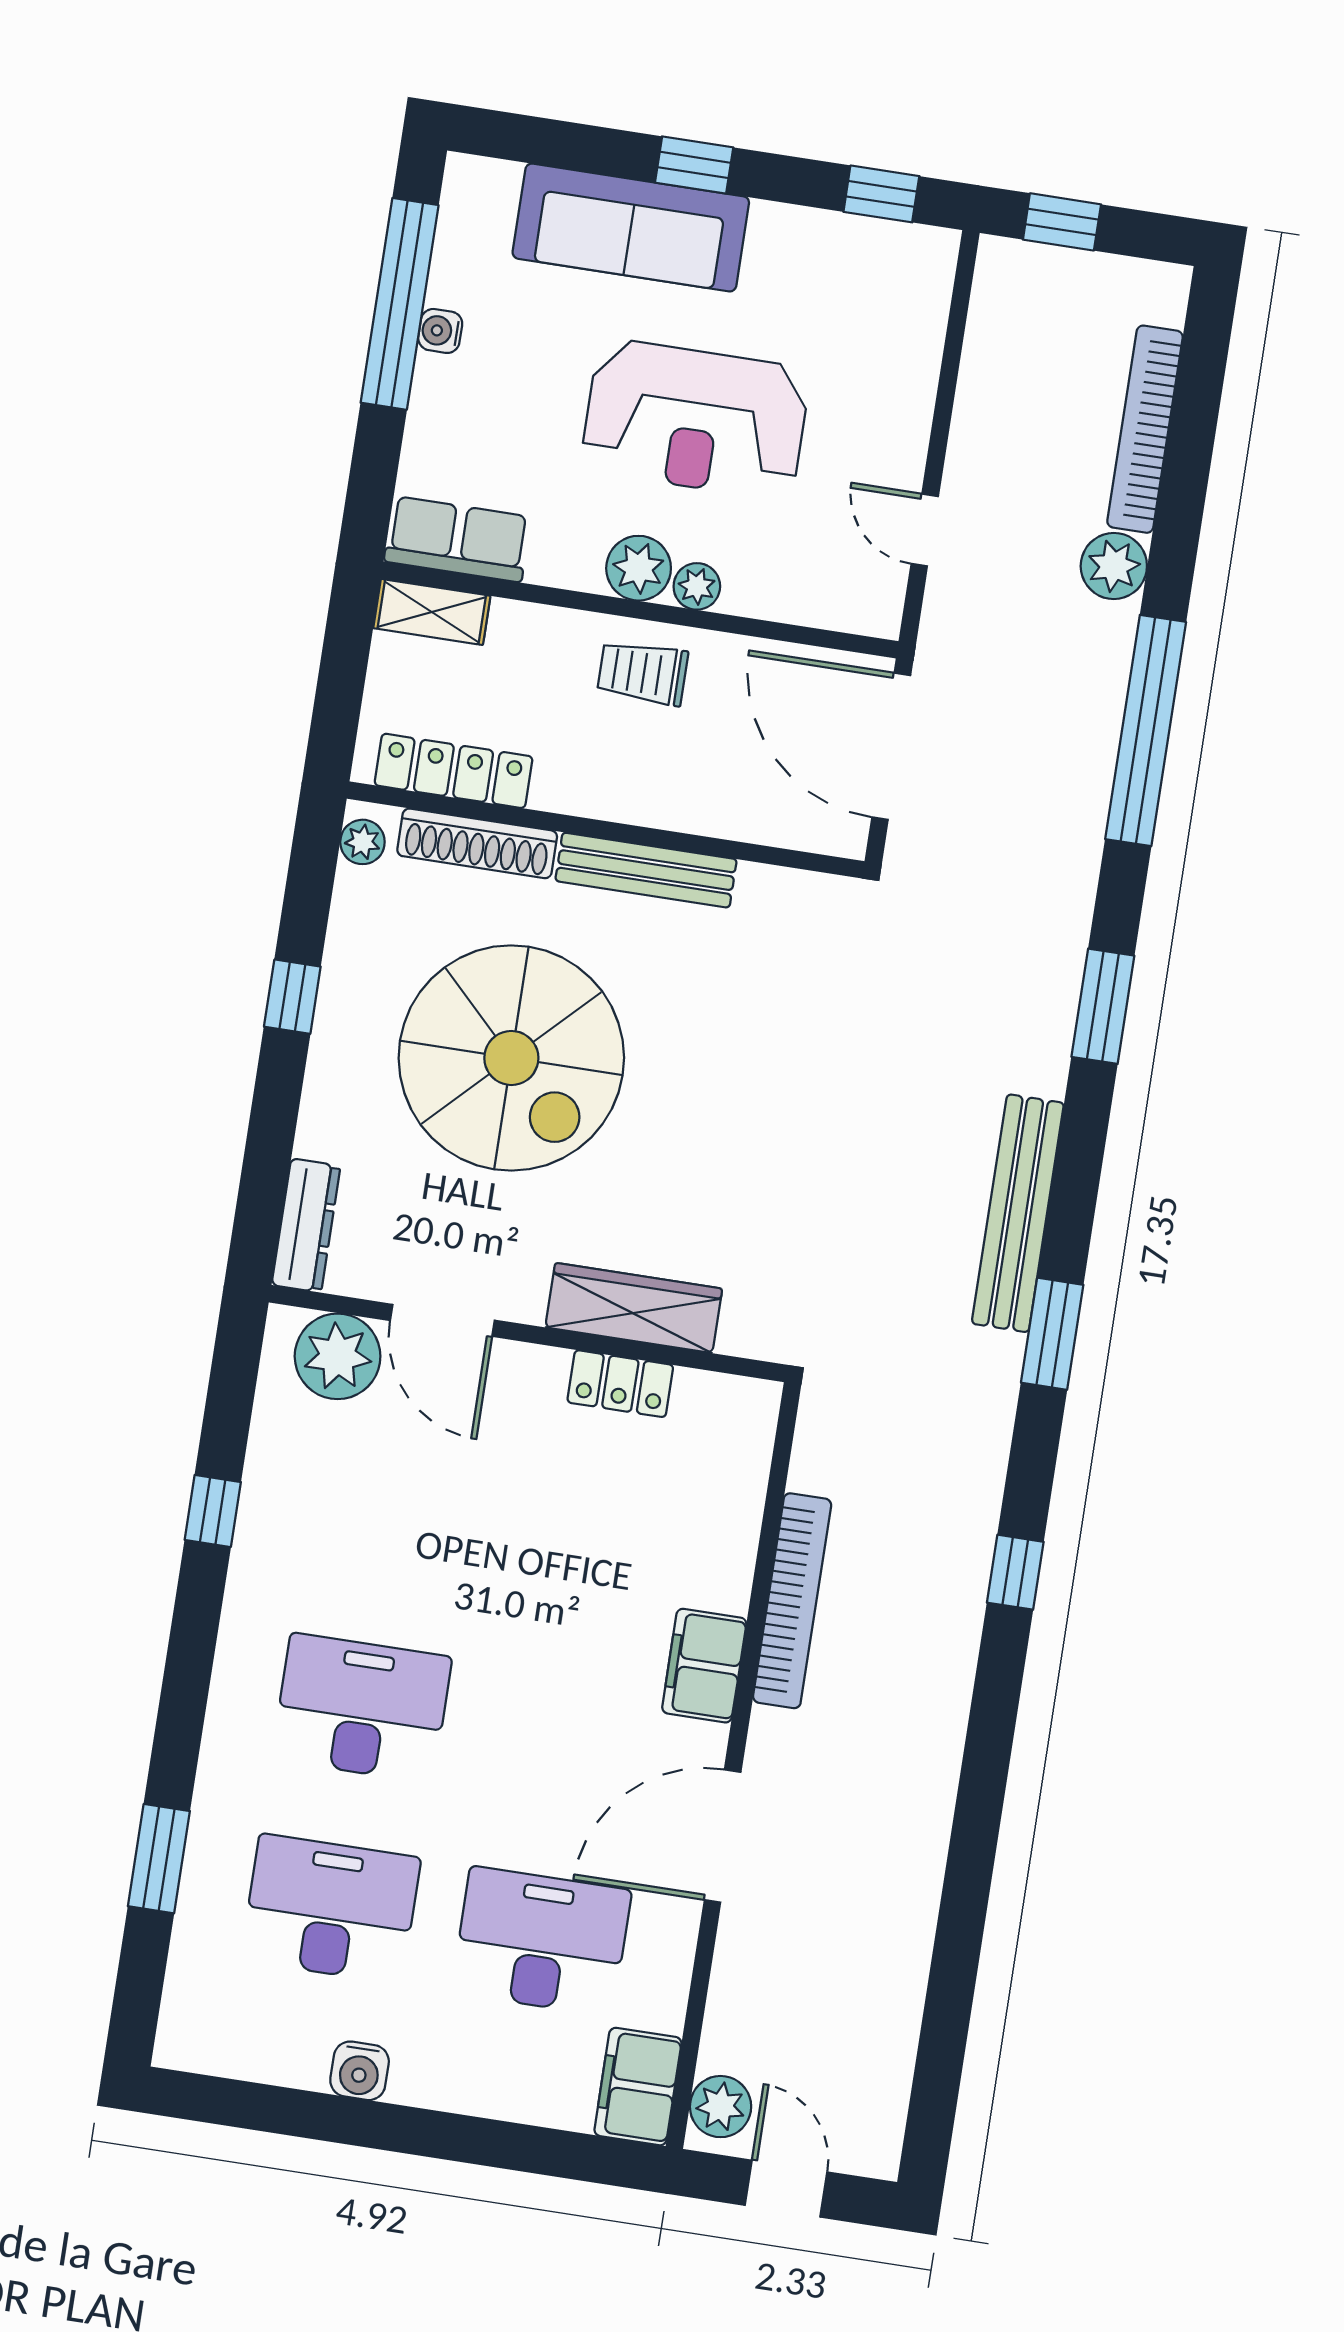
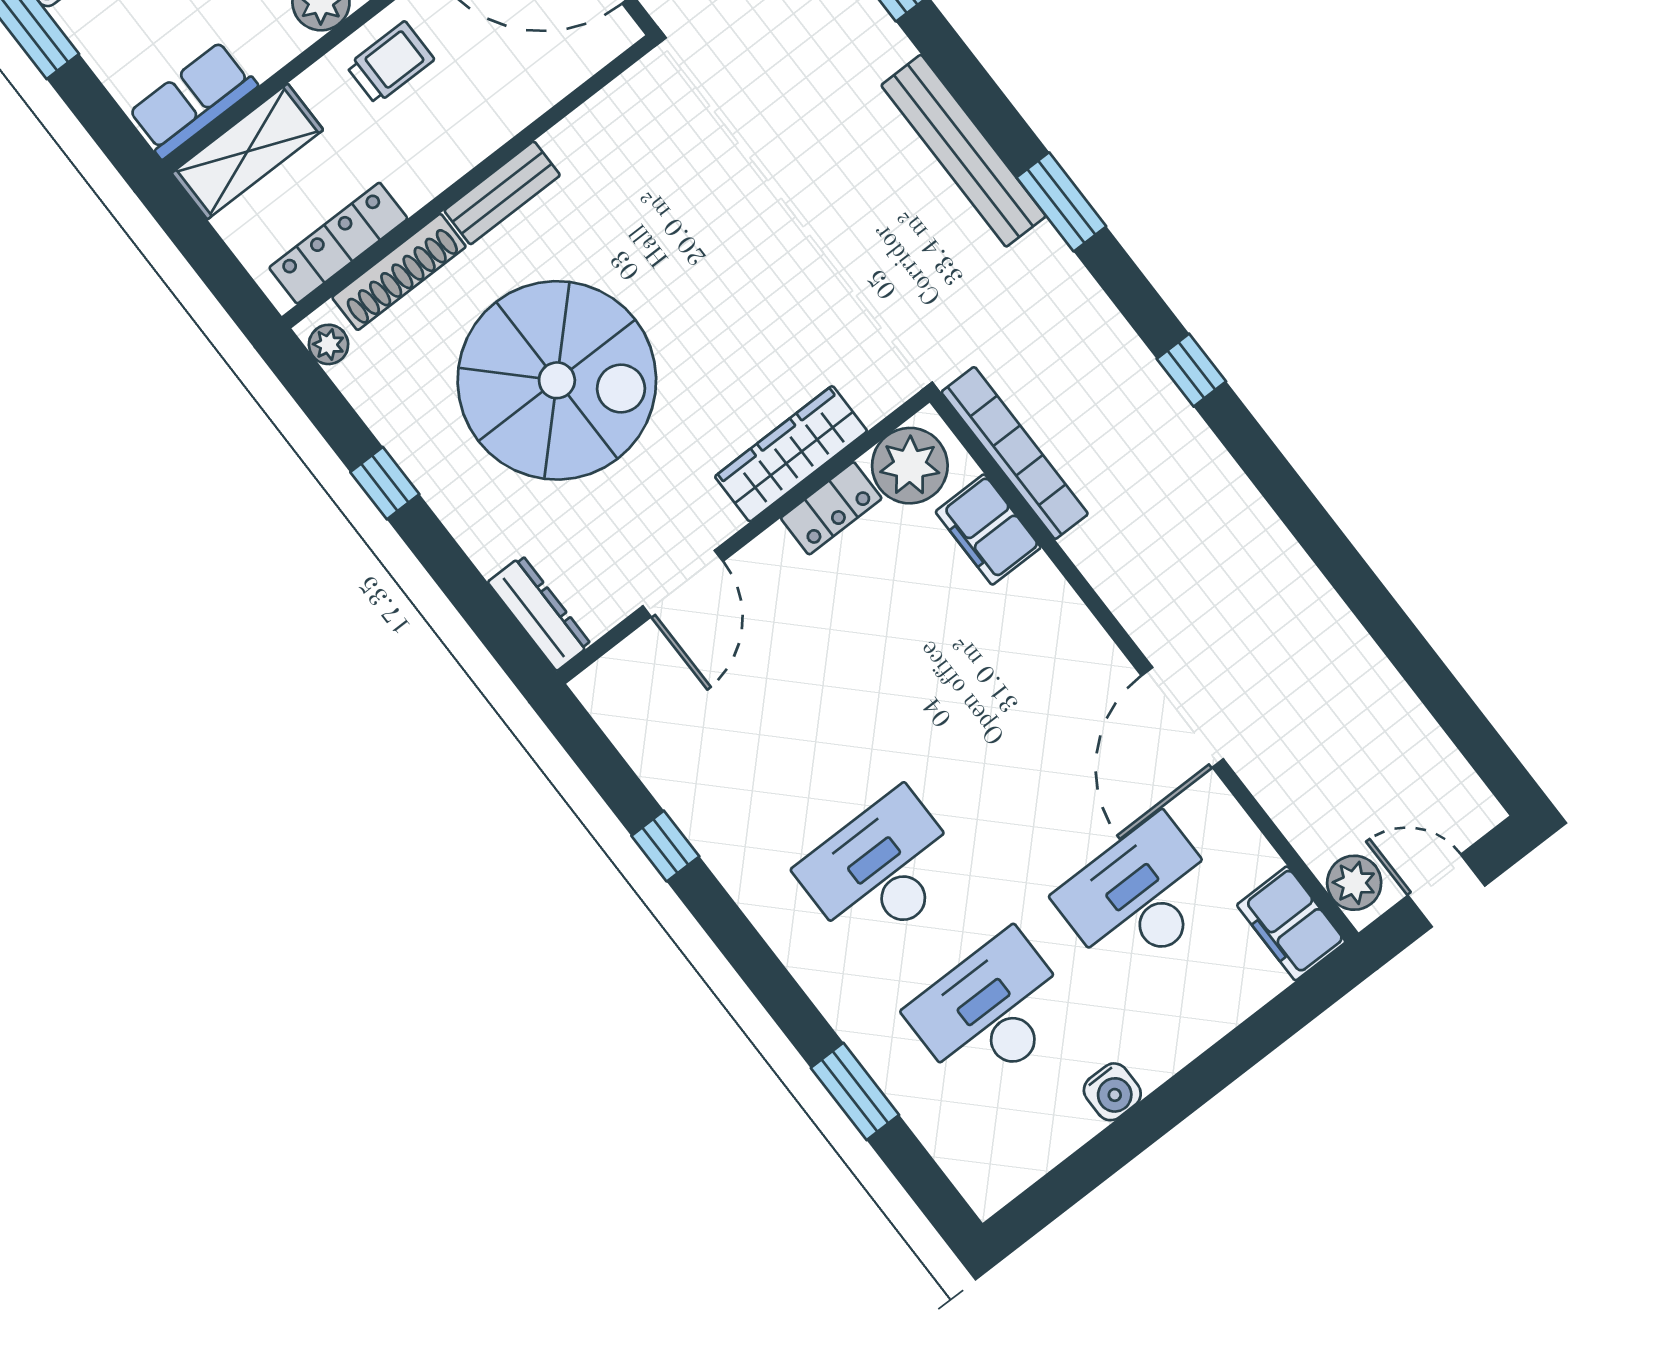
shelving: (432, 612) -> (247, 151), width x1.50, depth x1.33
trolley: (643, 673) -> (390, 63), turned 180
bench: (646, 870) -> (502, 193), width x0.73
door: (442, 1320) -> (683, 584), hinge flipped
plant: (338, 1356) -> (910, 466), moved
bookcase: (792, 1601) -> (1015, 453), moved
filing cabinet: (704, 1666) -> (988, 530), moved

